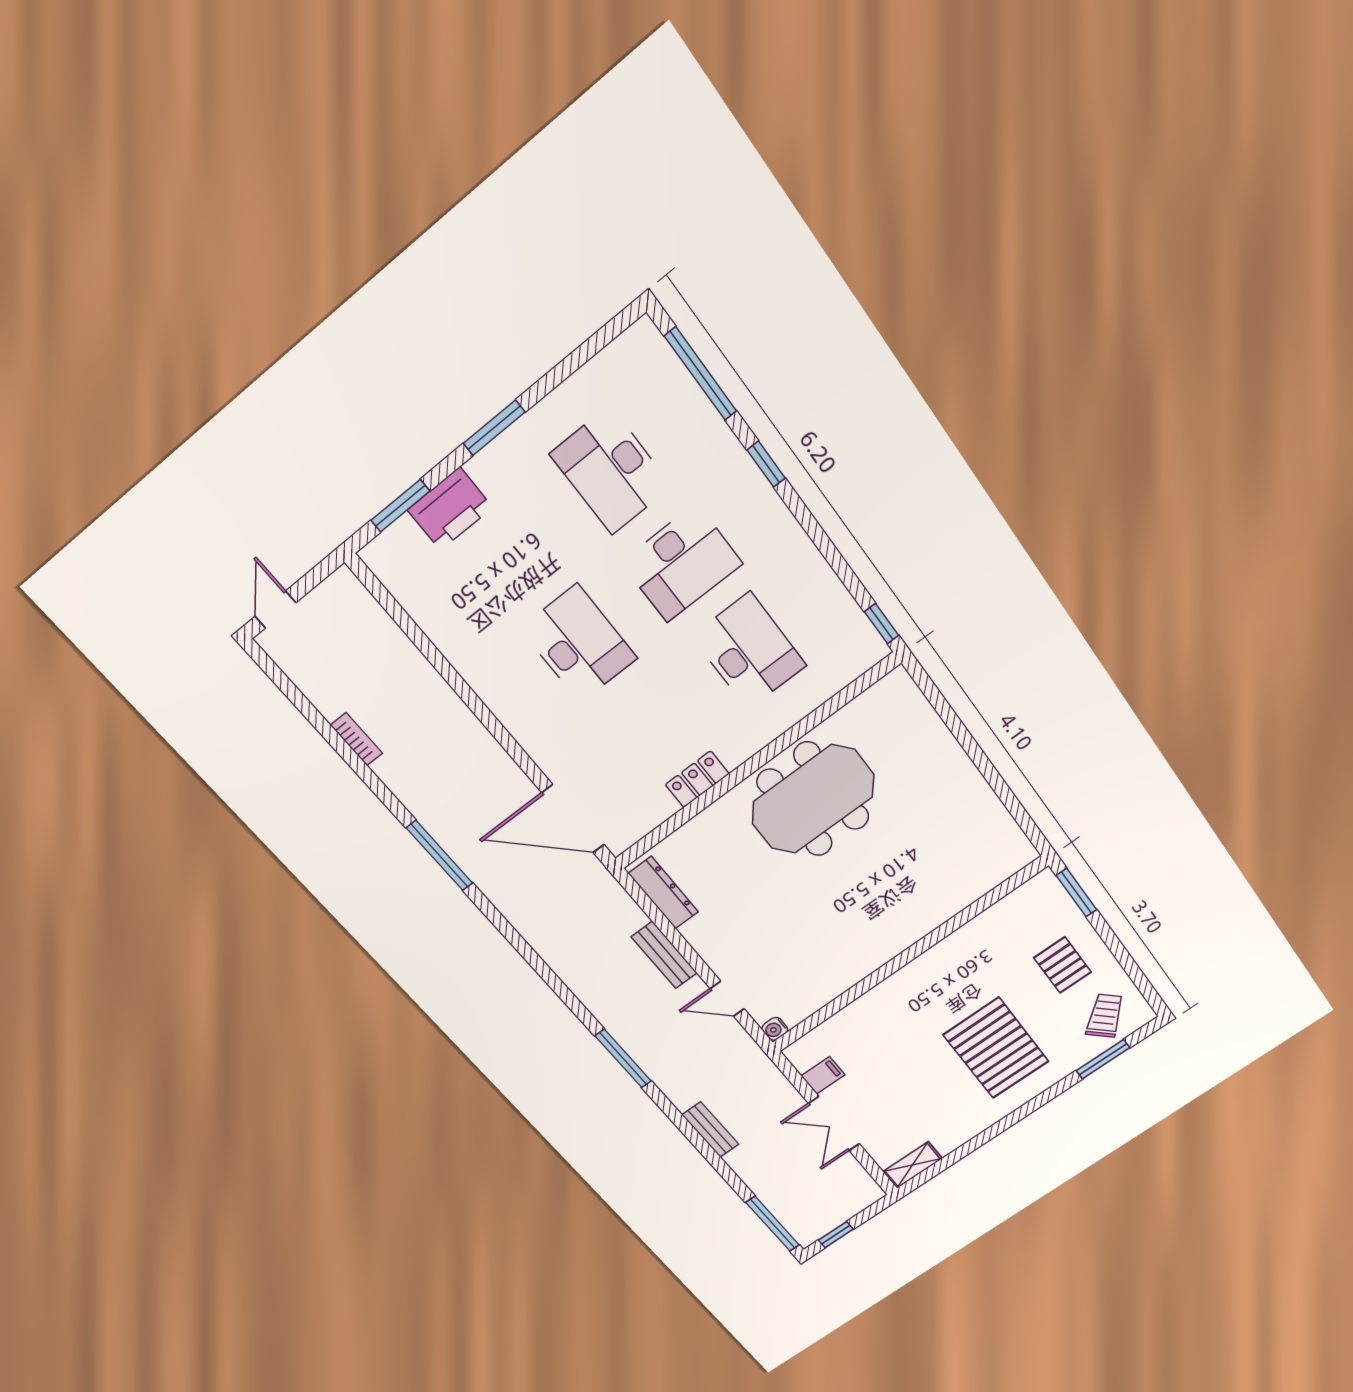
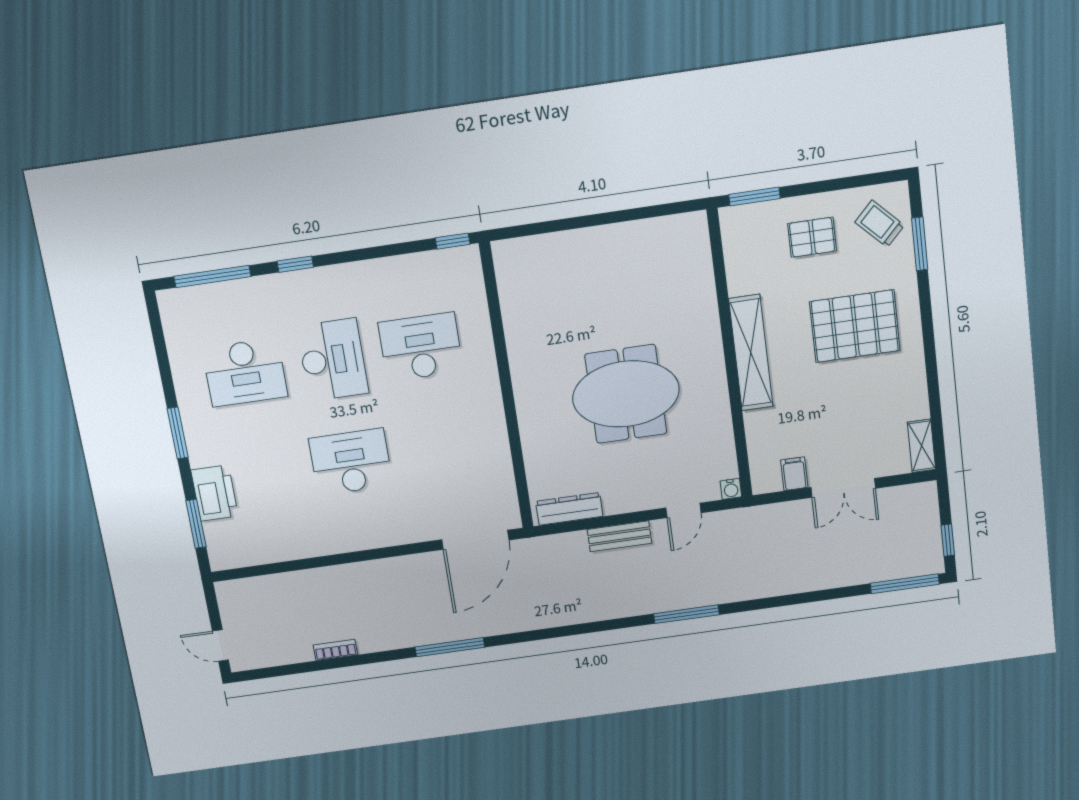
locker: (697, 779) -> (496, 436), removed
meeting table: (813, 799) -> (626, 394), moved, turned 90
shelving: (921, 973) -> (751, 353), added
bench: (710, 1130) -> (788, 585), removed

